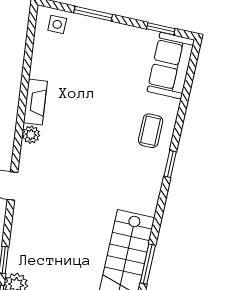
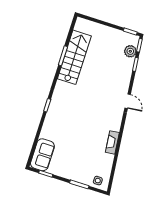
coffee table: (151, 131) -> (56, 123), removed
plant: (31, 135) -> (116, 126), removed

